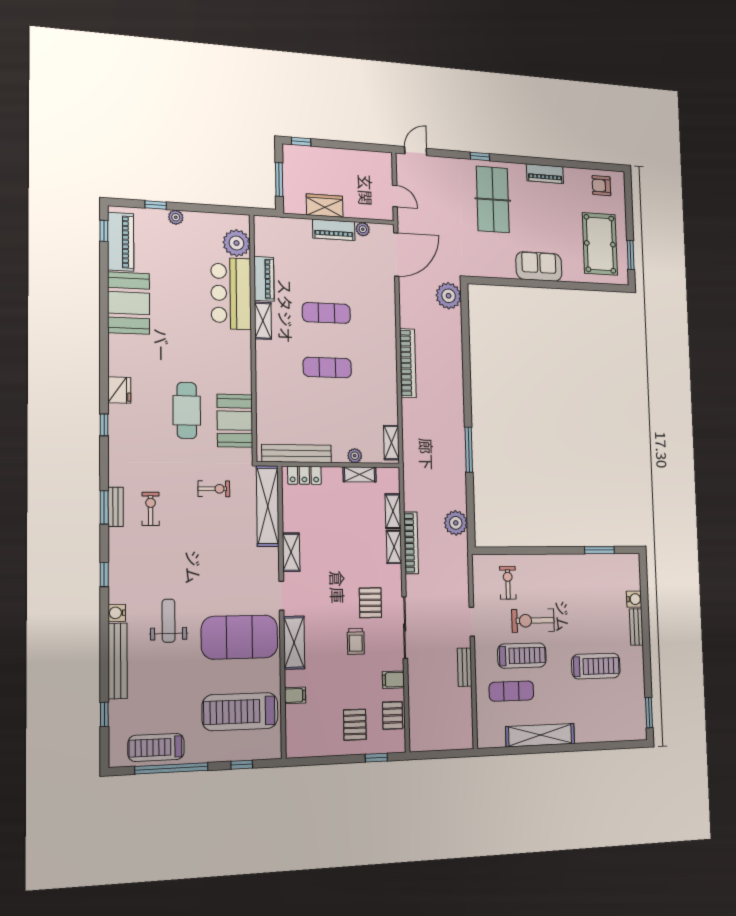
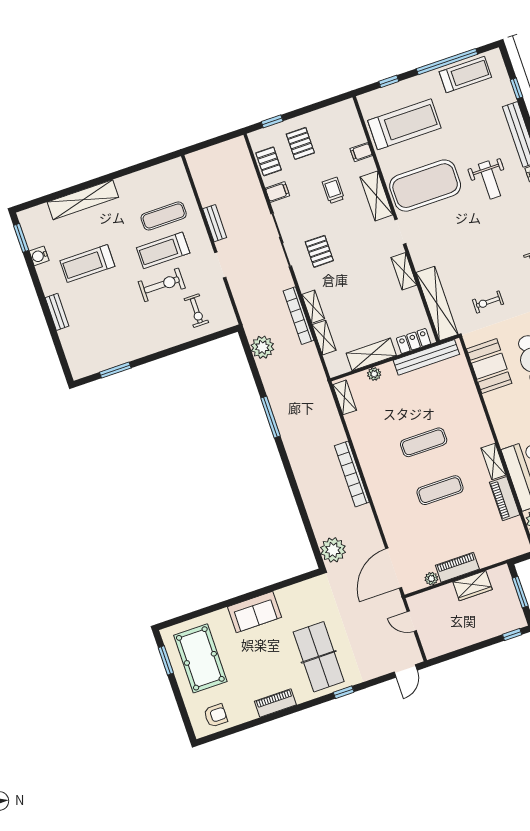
shelving: (360, 474) -> (371, 354), width x1.50, depth x1.33
water cooler: (634, 599) -> (39, 256), moved
trolley: (356, 641) -> (333, 190), moved
shelving: (540, 735) -> (83, 200), moved

